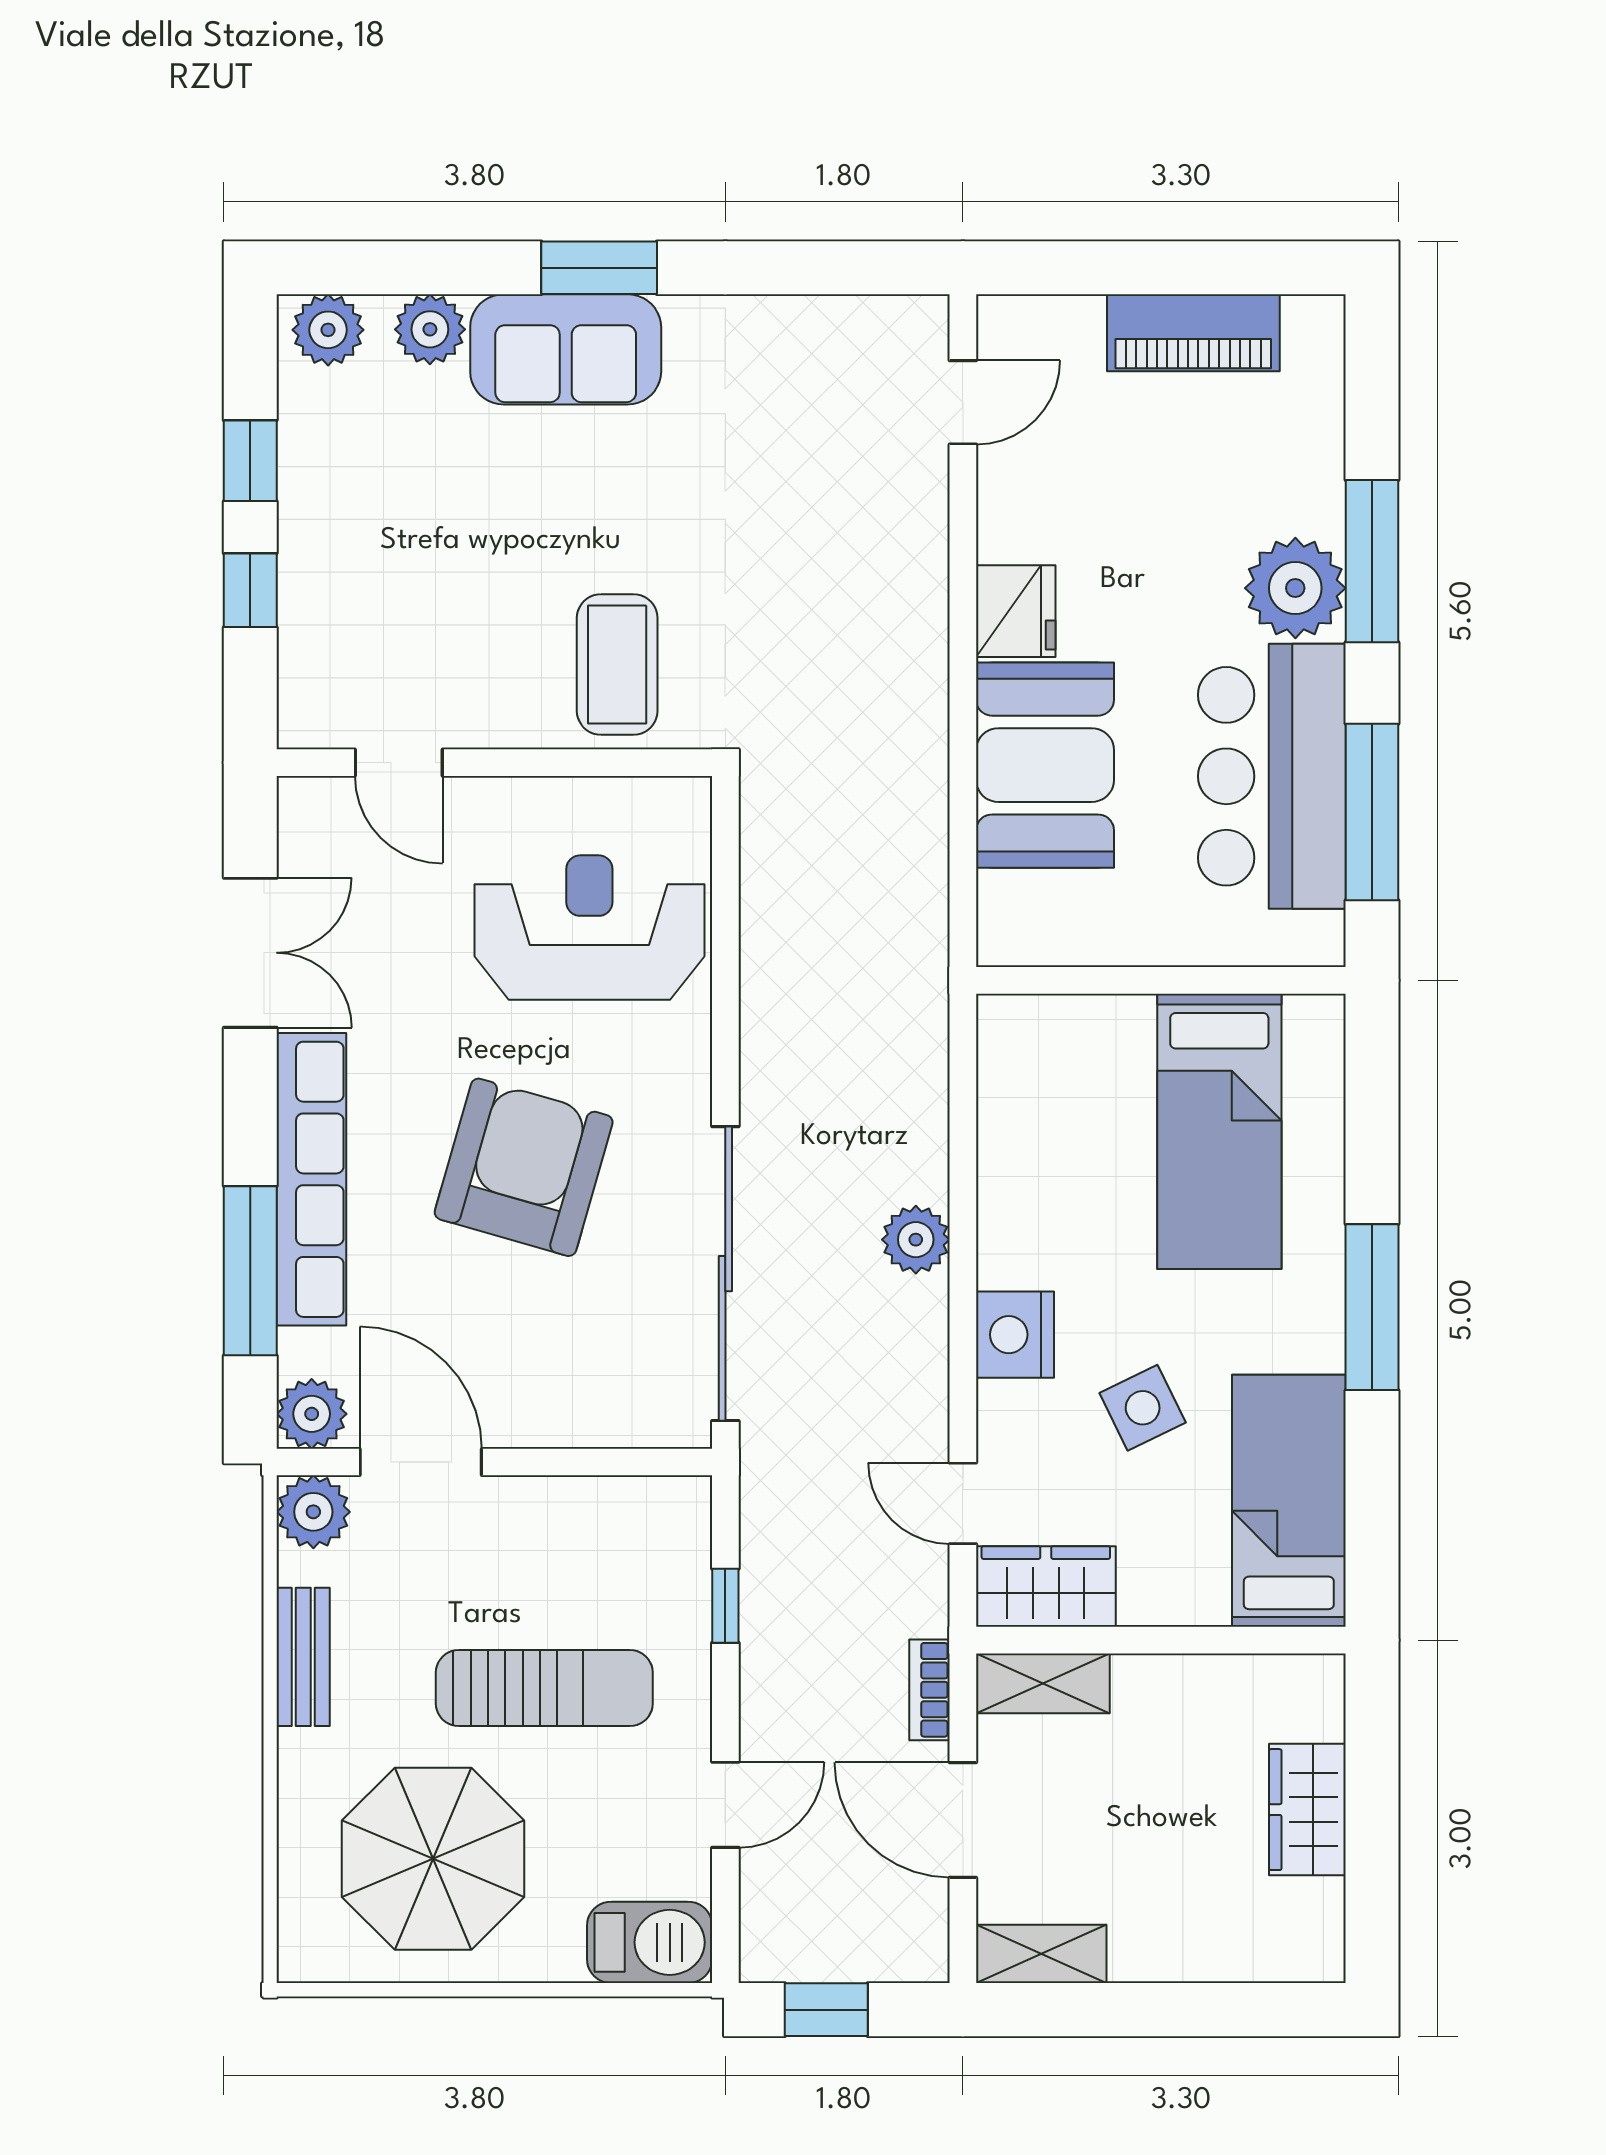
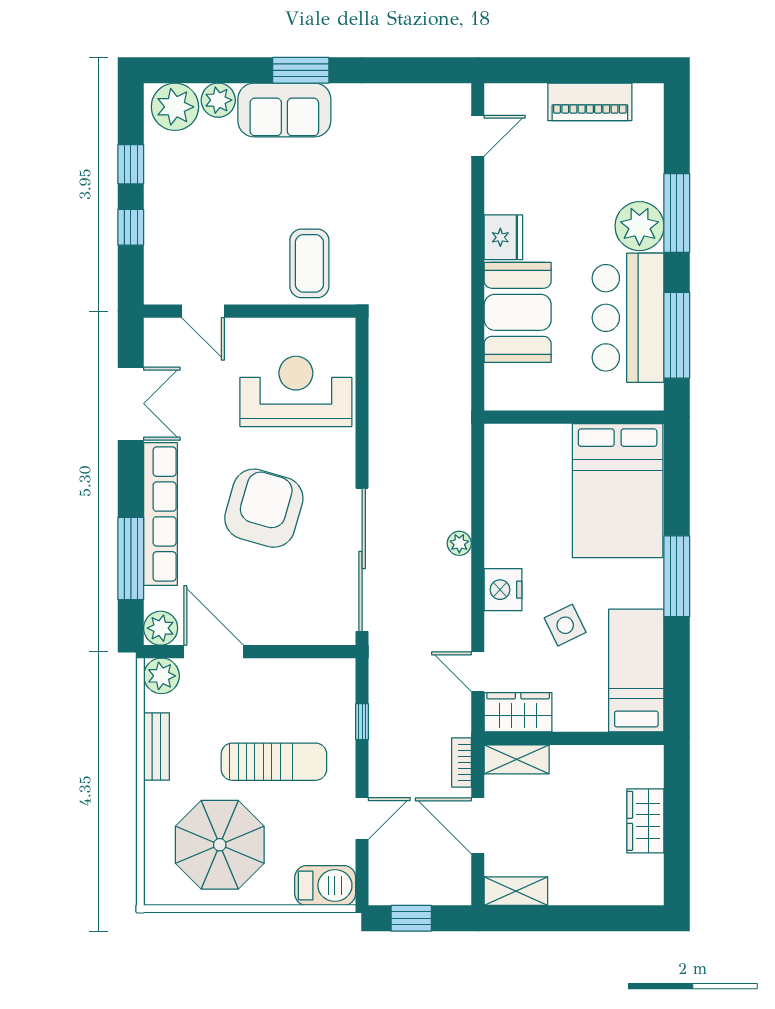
plant: (328, 330) -> (175, 107), width x1.36, depth x1.36
bed: (1219, 1131) -> (618, 491), width x1.50
plant: (916, 1240) -> (459, 543), width x0.73, depth x0.73

